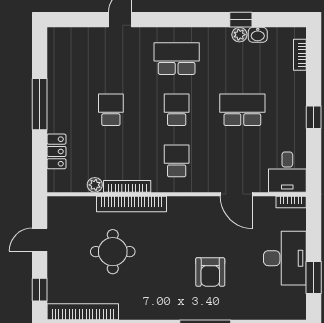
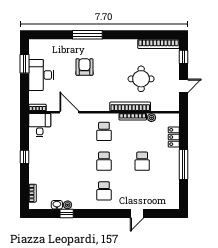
school desk: (177, 59) -> (104, 191), width x0.54
school desk: (242, 110) -> (66, 161), removed

